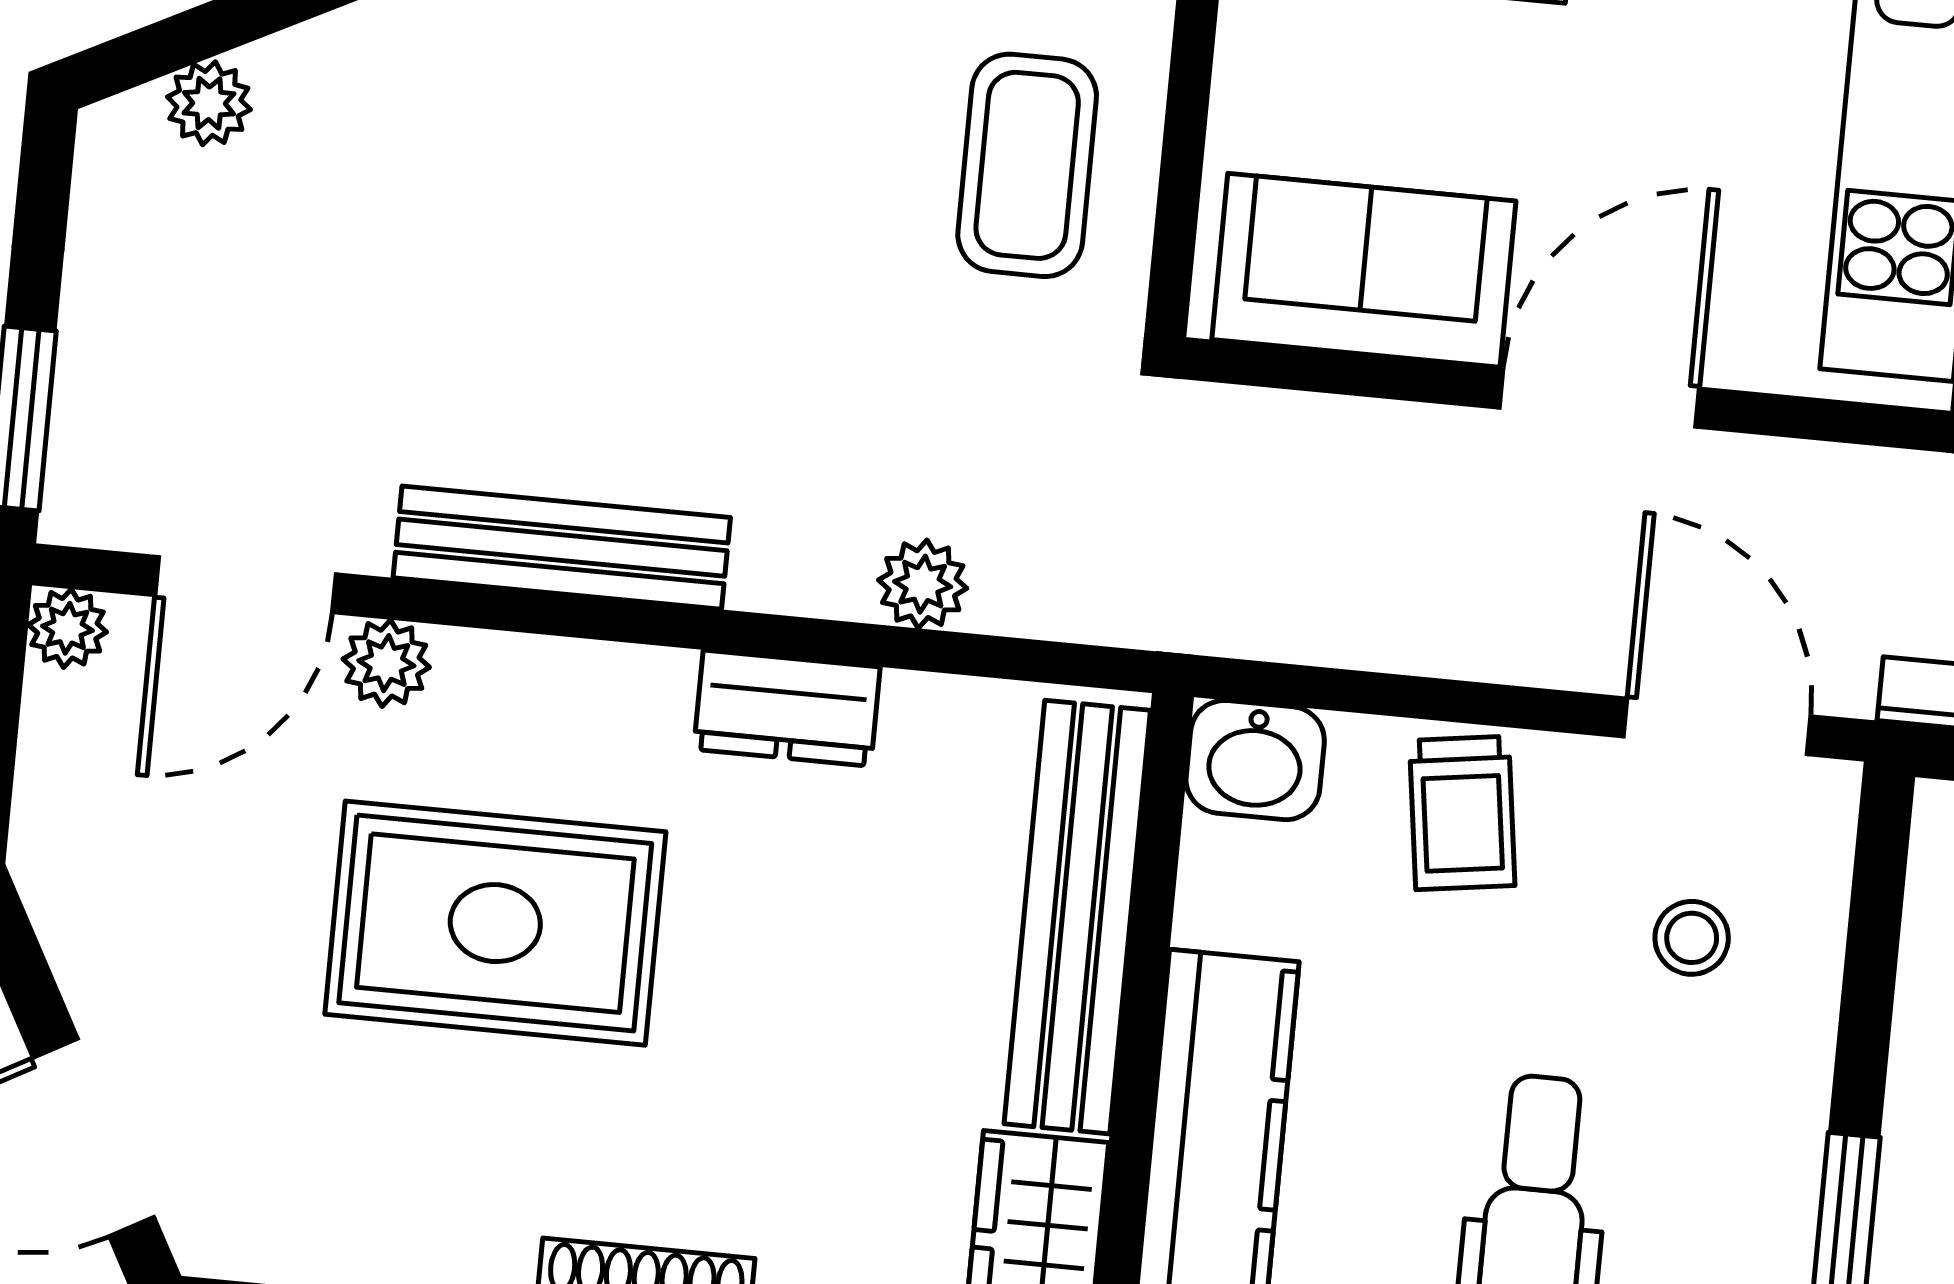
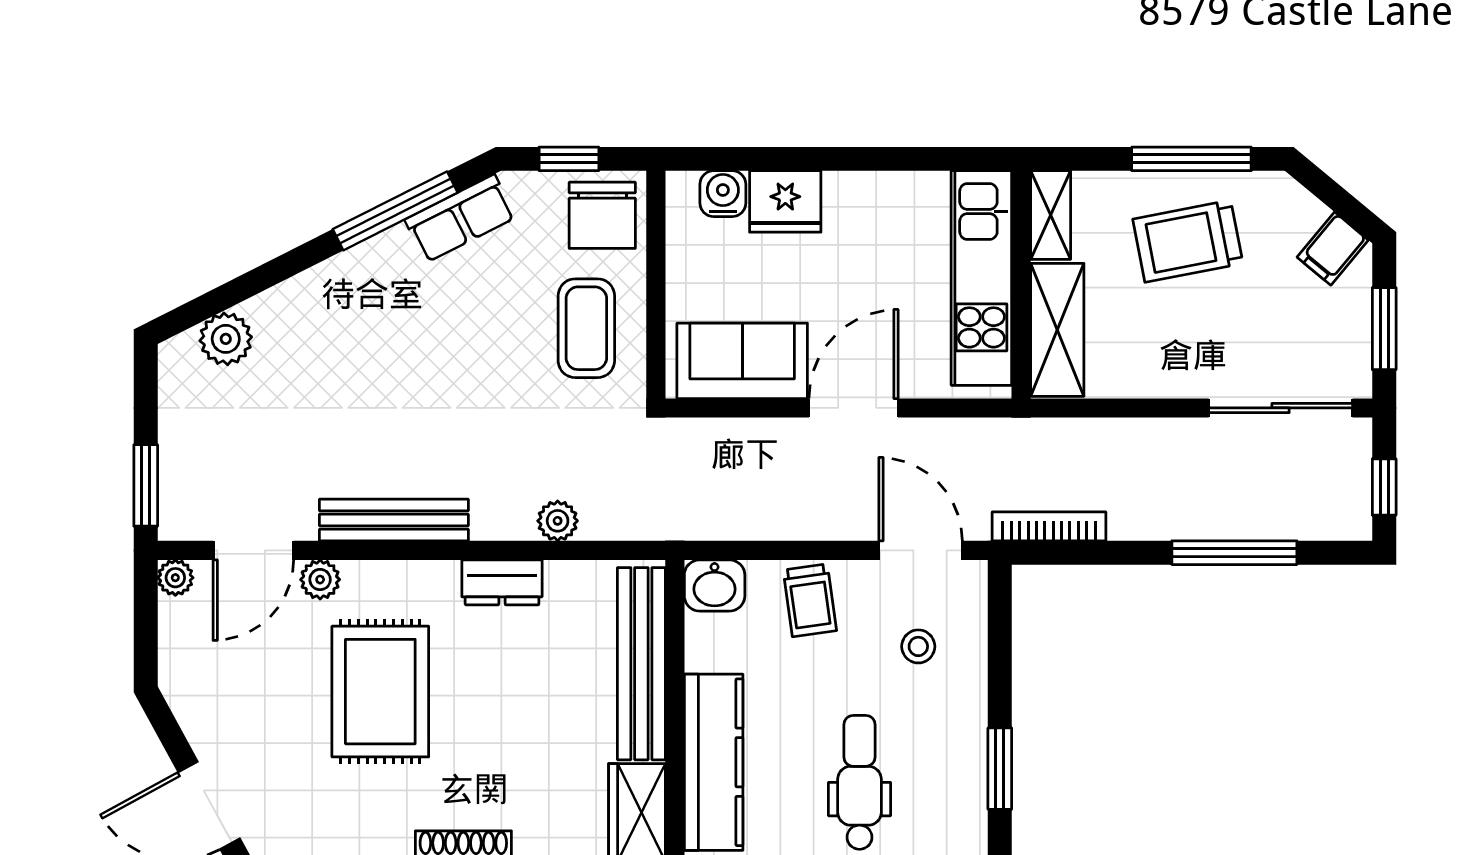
plant: (209, 103) -> (226, 339), width x1.38, depth x1.38
rug: (495, 923) -> (380, 692), turned 90

